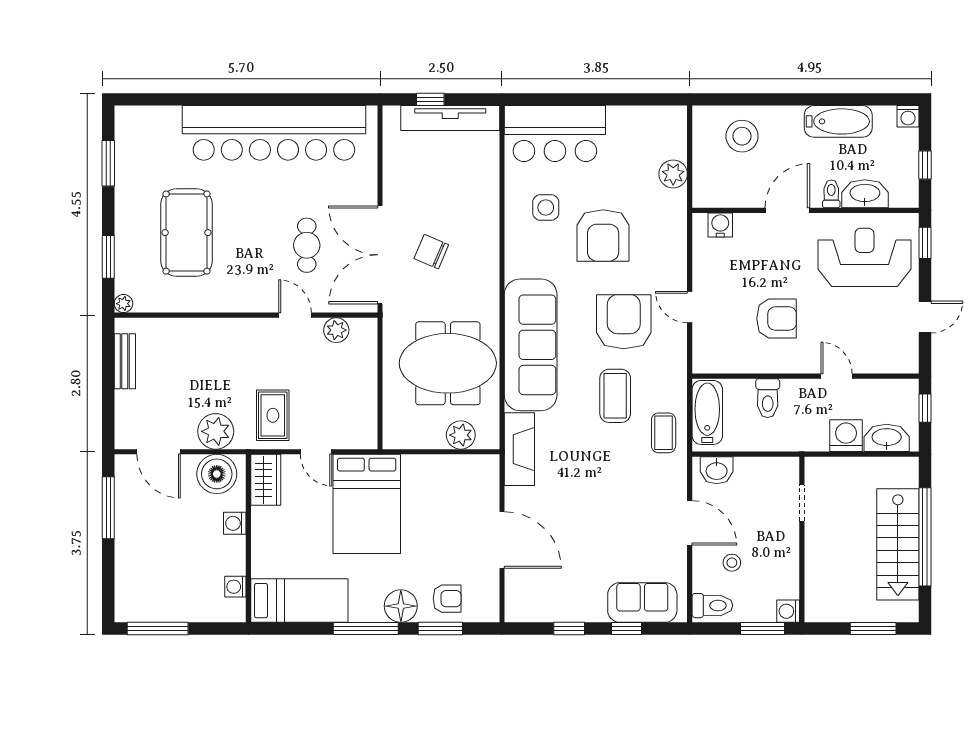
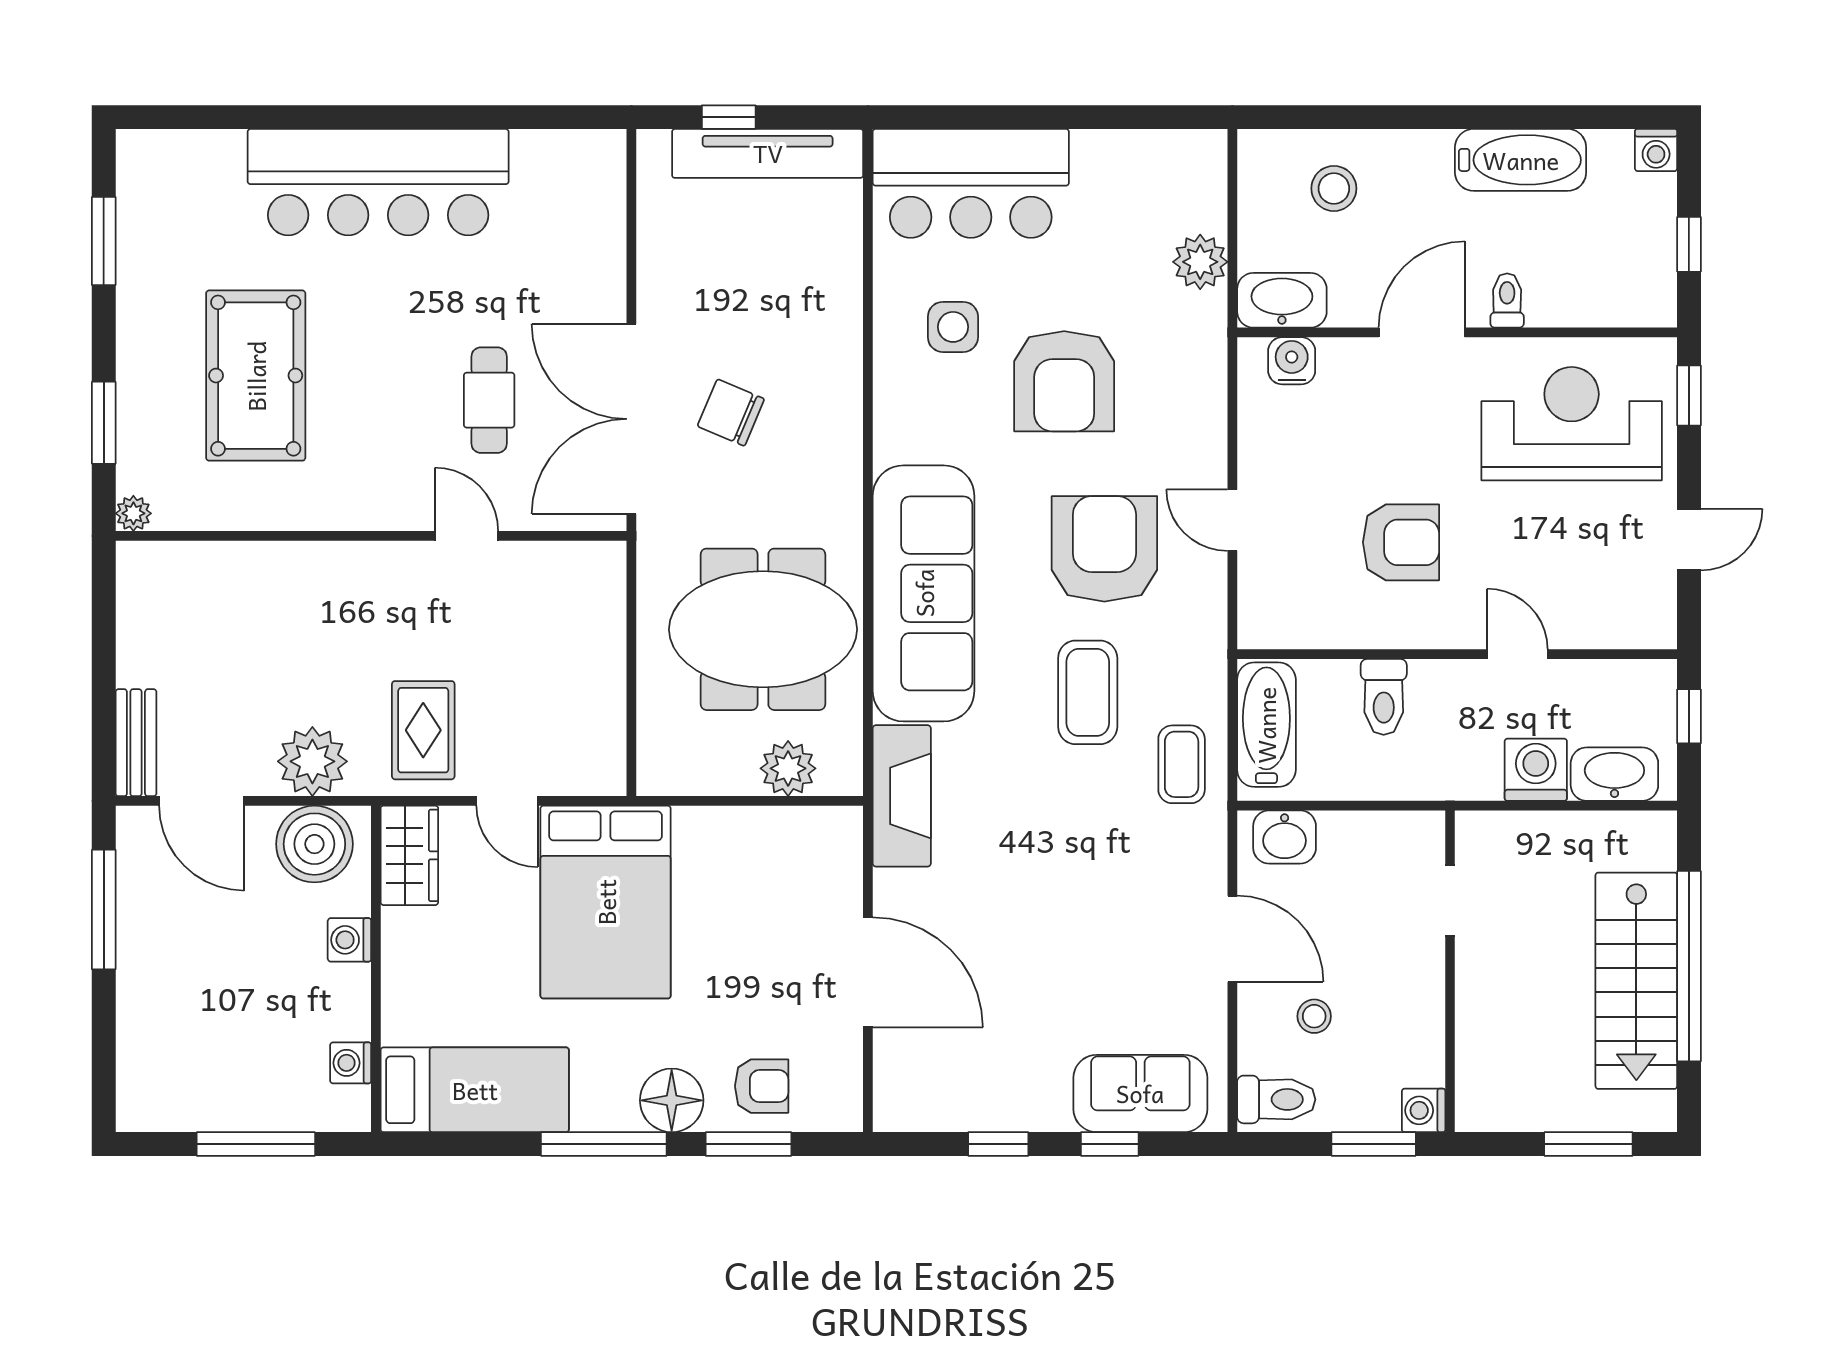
bar counter: (274, 133) -> (378, 182), width x0.73
stool: (742, 136) -> (1334, 188), width x0.73, depth x0.73
washbasin: (865, 194) -> (1282, 300), moved
plant: (336, 330) -> (546, 565), removed
bench: (125, 361) -> (136, 743), moved
window: (158, 628) -> (256, 1144), moved

